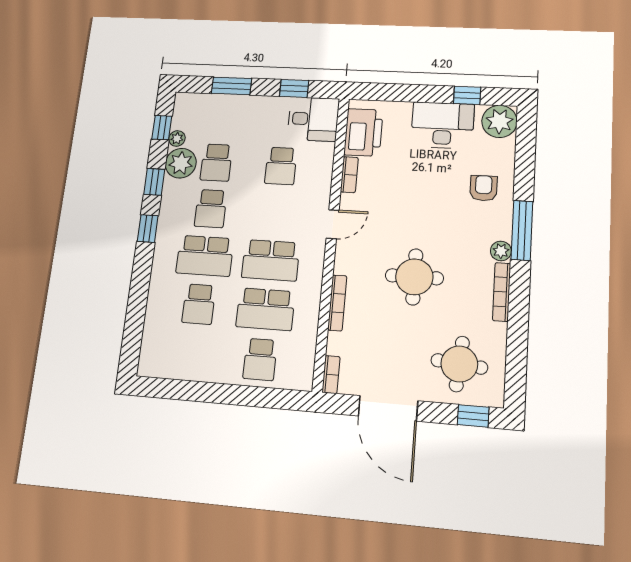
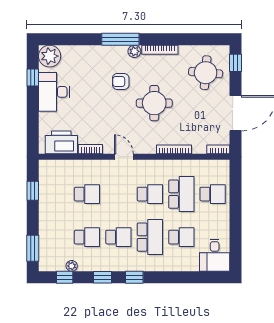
window: (232, 86) -> (33, 248), moved
desk: (313, 119) -> (215, 255), moved, turned 180
plant: (181, 163) -> (89, 261), removed
armchair: (483, 188) -> (121, 81), moved
school desk: (271, 260) -> (150, 194), width x0.54

